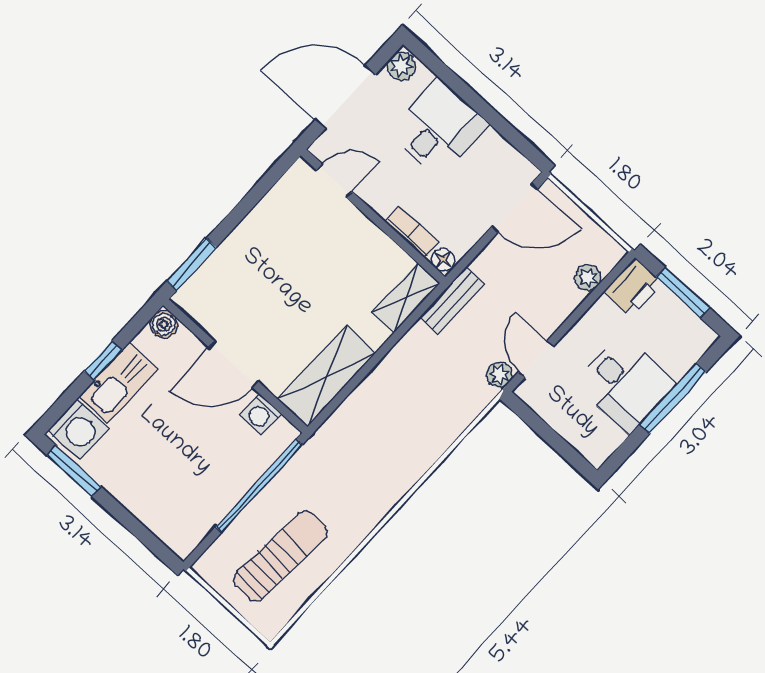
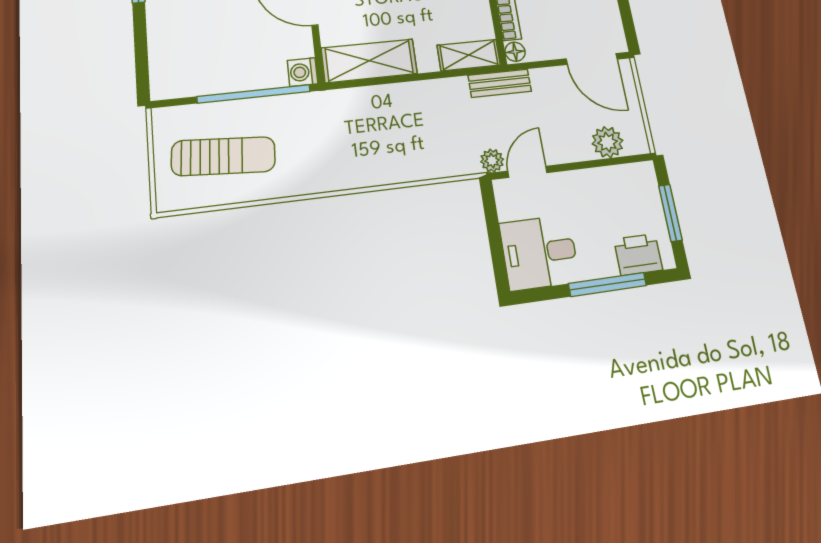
plant: (588, 278) -> (607, 142), width x1.38, depth x1.38
printer: (633, 287) -> (638, 255), moved, turned 180
desk: (625, 384) -> (539, 252), moved, turned 90
washing machine: (260, 415) -> (302, 72), moved

